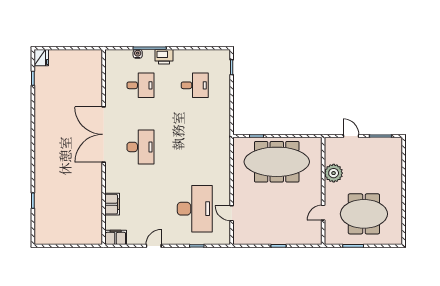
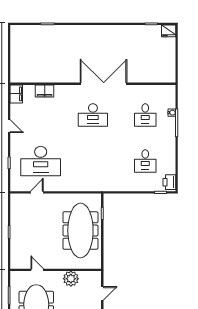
printer: (164, 57) -> (169, 182), moved

